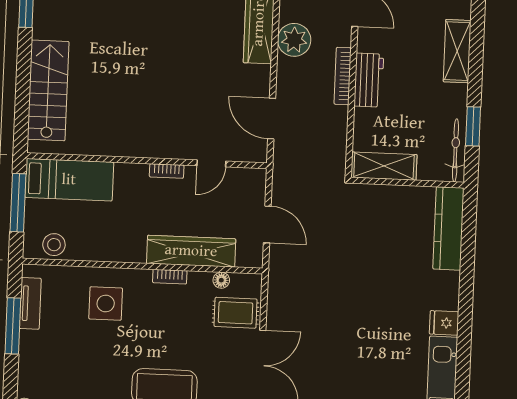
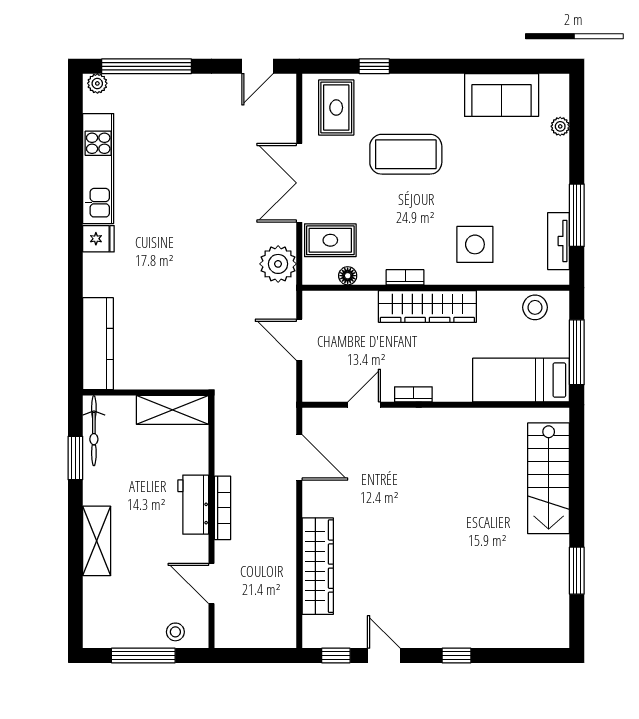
plant: (294, 40) -> (278, 264), moved
wardrobe: (191, 251) -> (427, 306), moved

